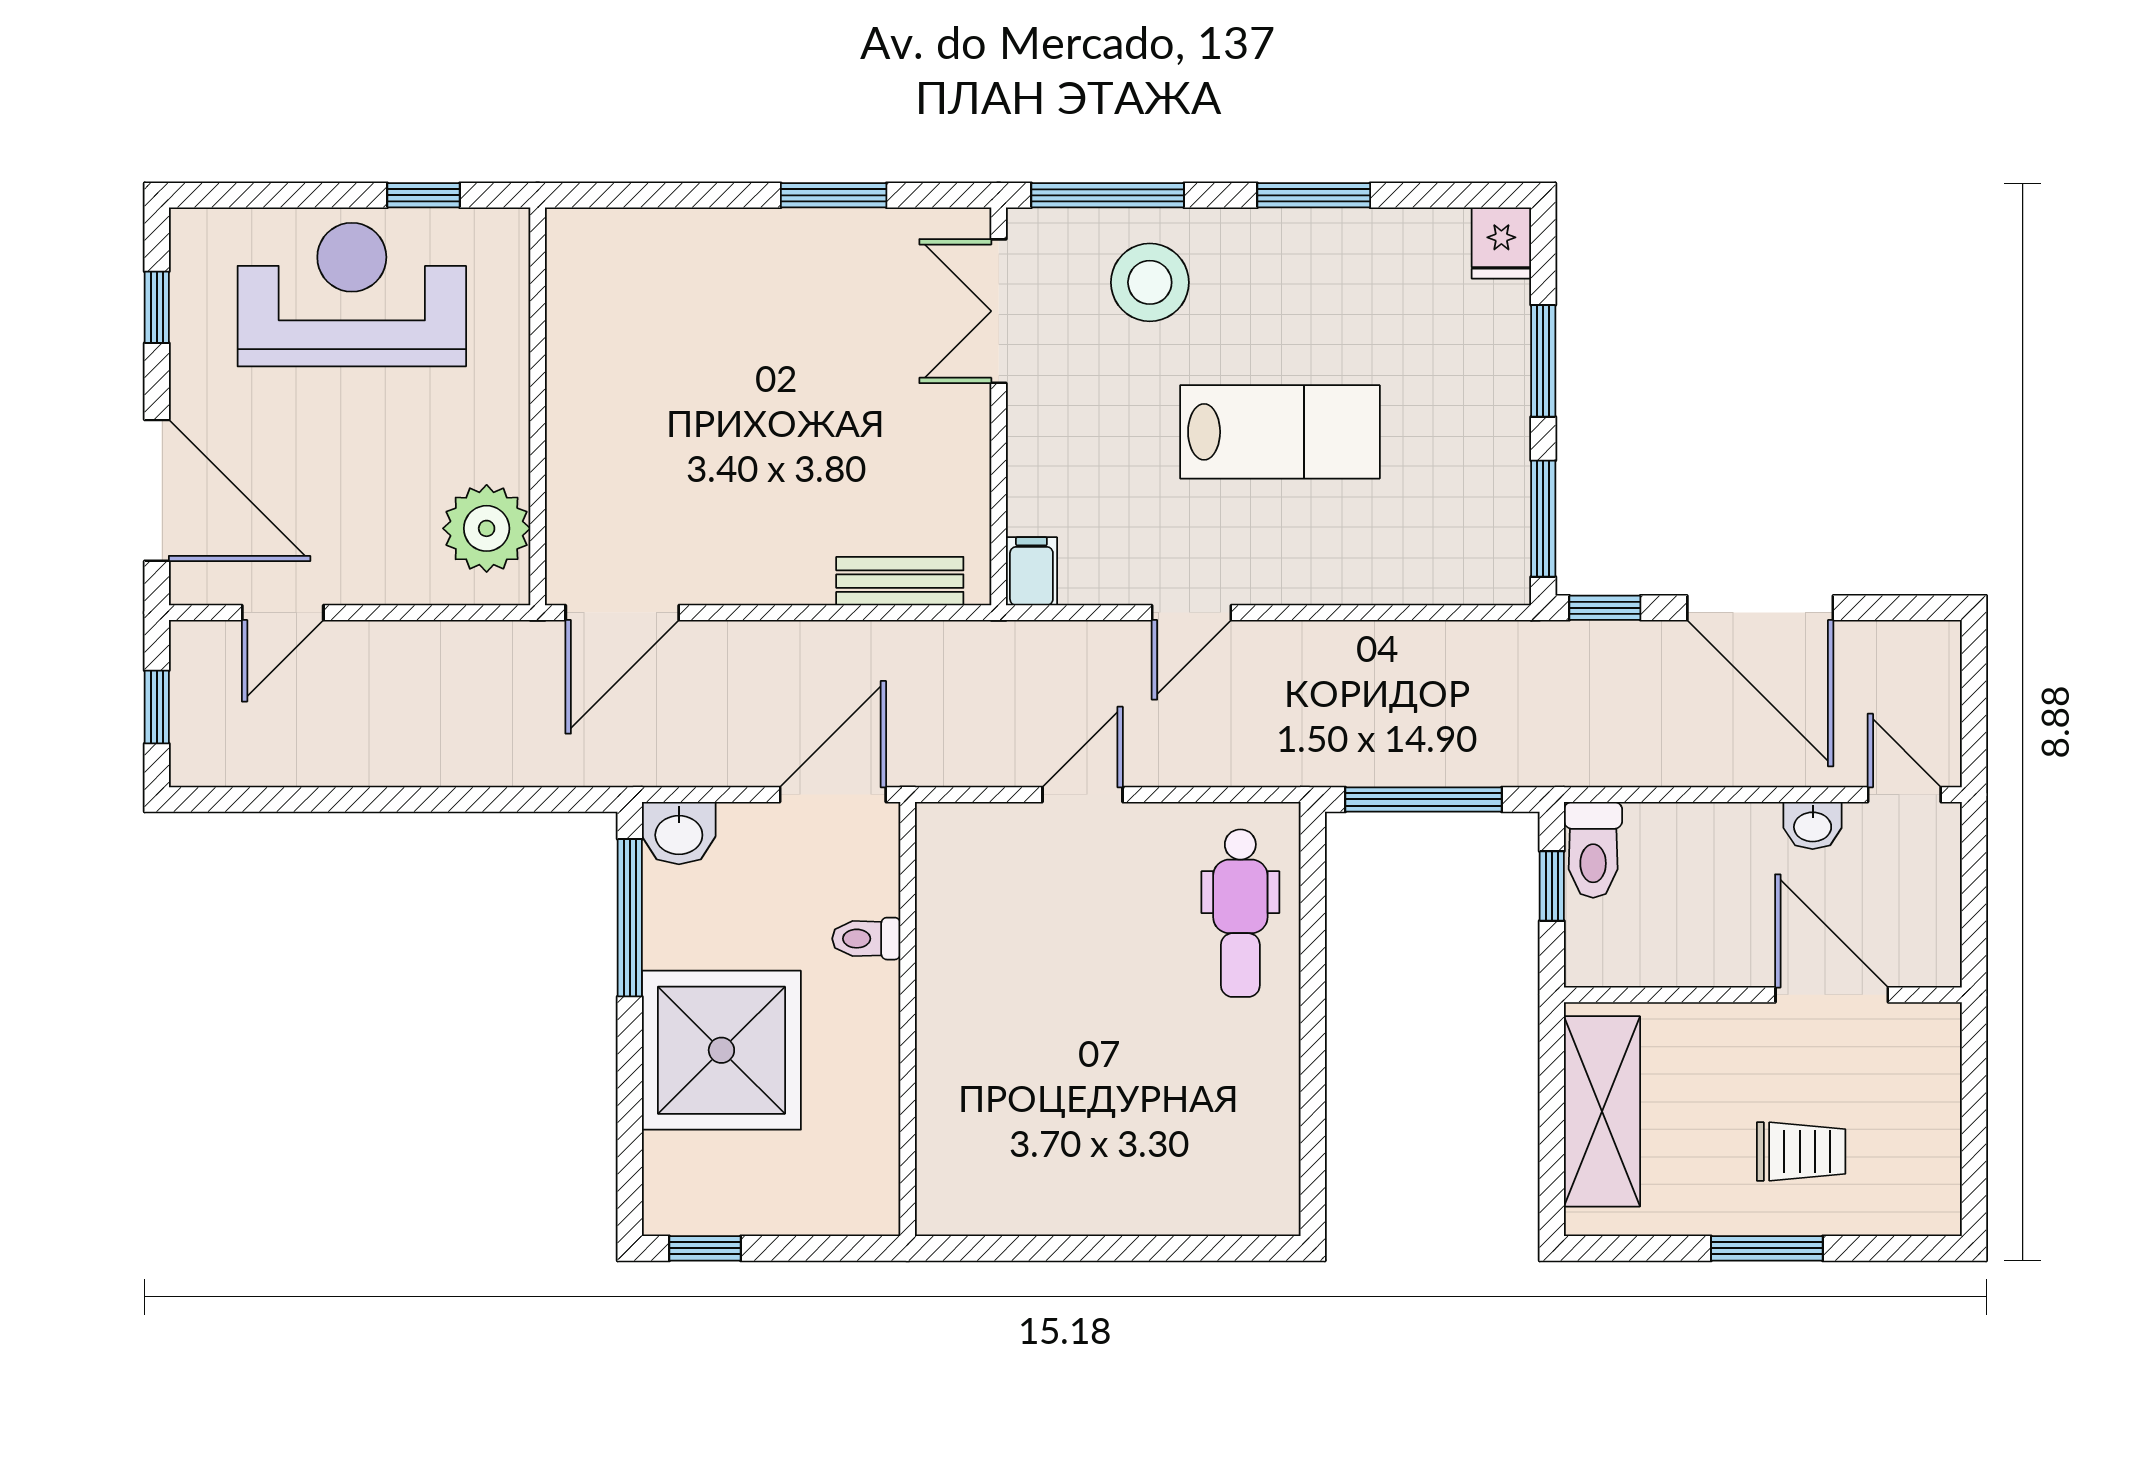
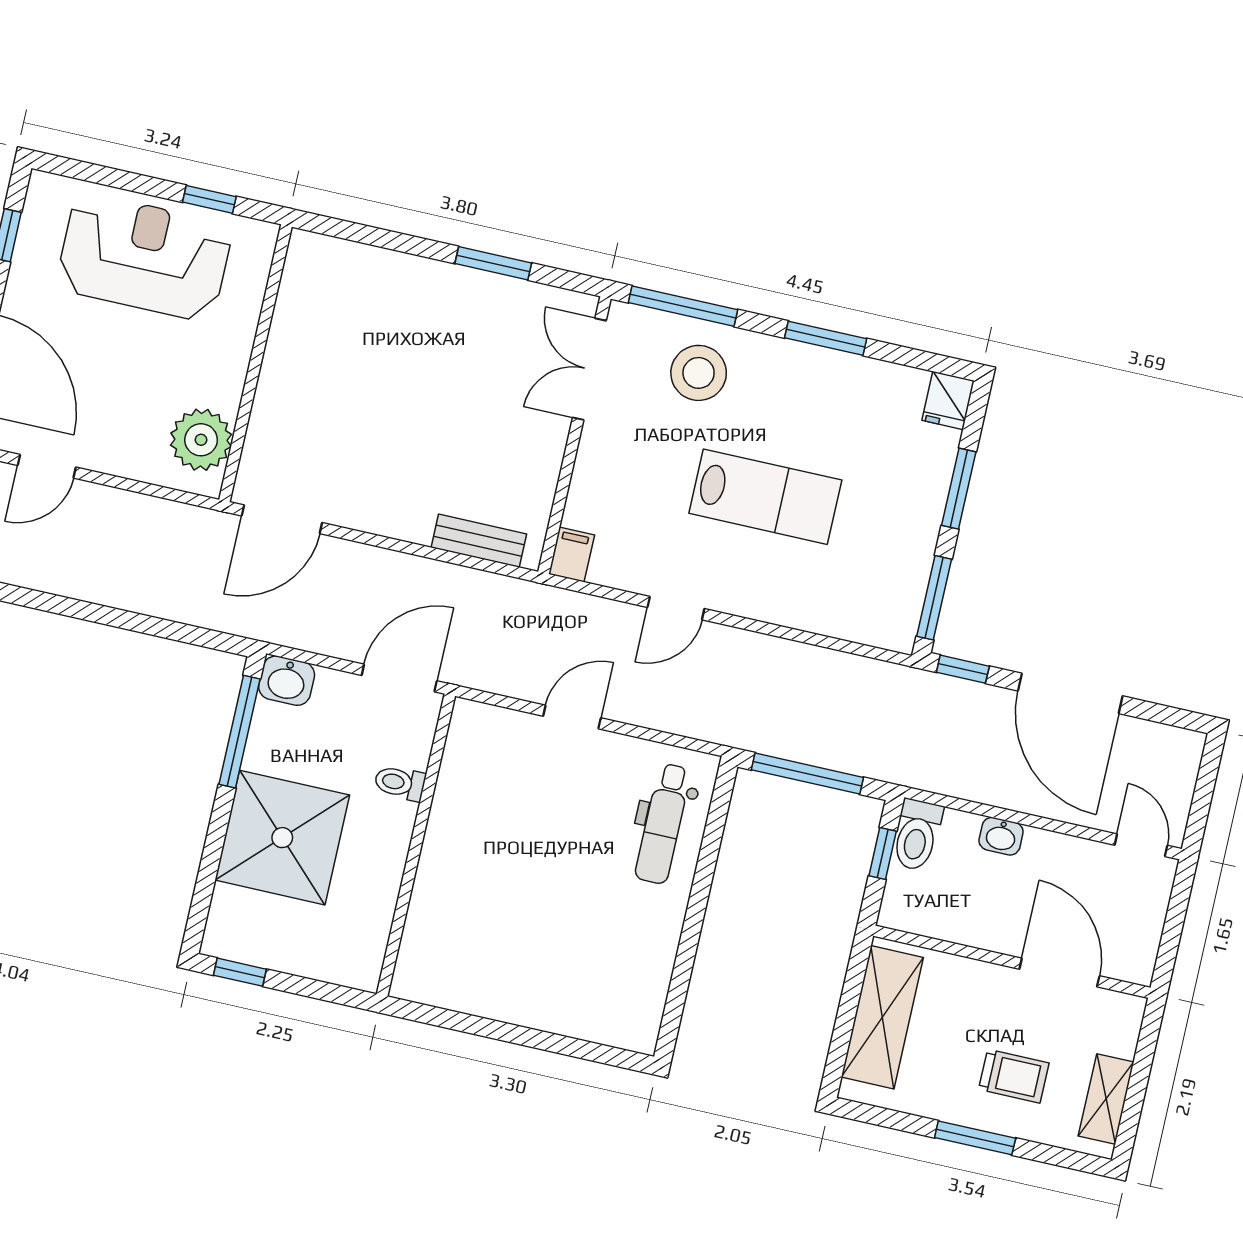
washbasin: (1813, 826) -> (1001, 836), moved
shelving: (1935, 1154) -> (1106, 1099), added

